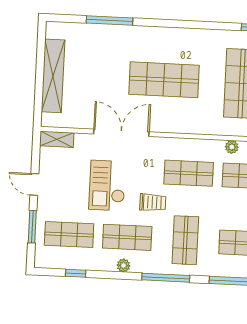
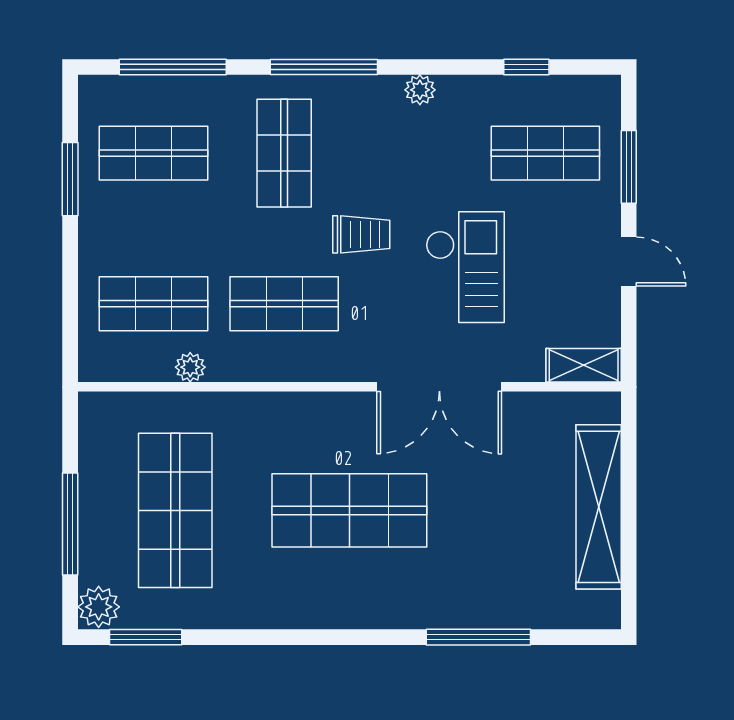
trolley: (153, 202) -> (361, 234), turned 180
shop shelf: (127, 237) -> (415, 153), removed

